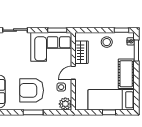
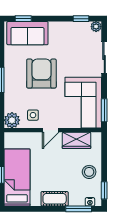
door: (73, 73) -> (51, 130), swing flipped
cot: (126, 74) -> (55, 199), width x0.73, depth x0.75
armchair: (32, 90) -> (41, 74), moved

